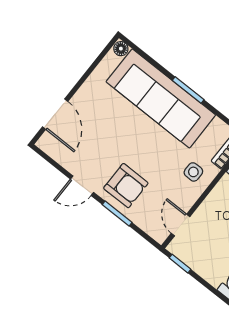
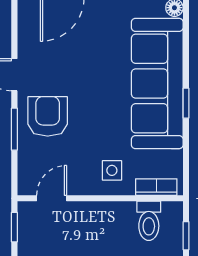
window: (188, 90) -> (186, 103), width x0.67
armchair: (126, 186) -> (48, 116), turned 180

